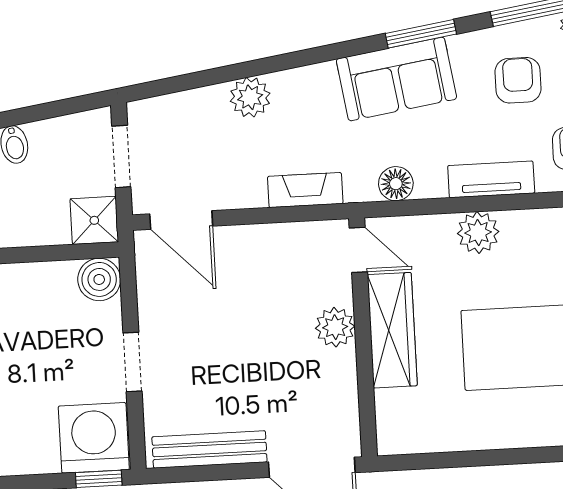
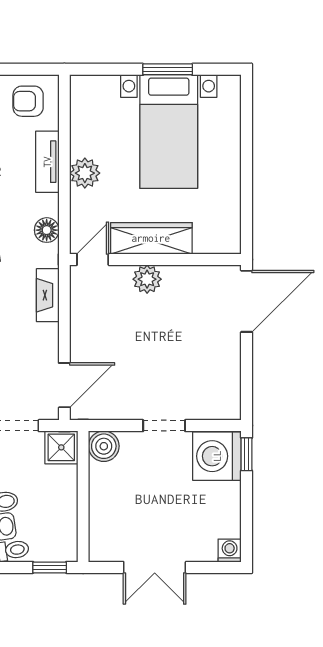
bench: (209, 449) -> (230, 374), removed

